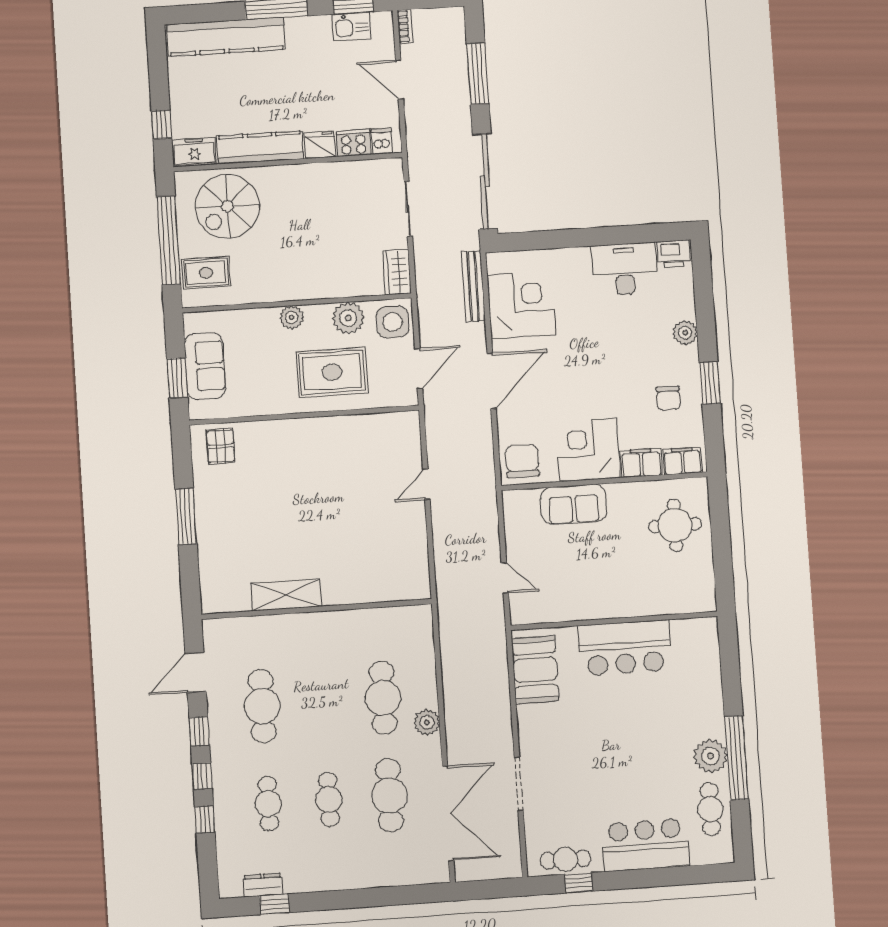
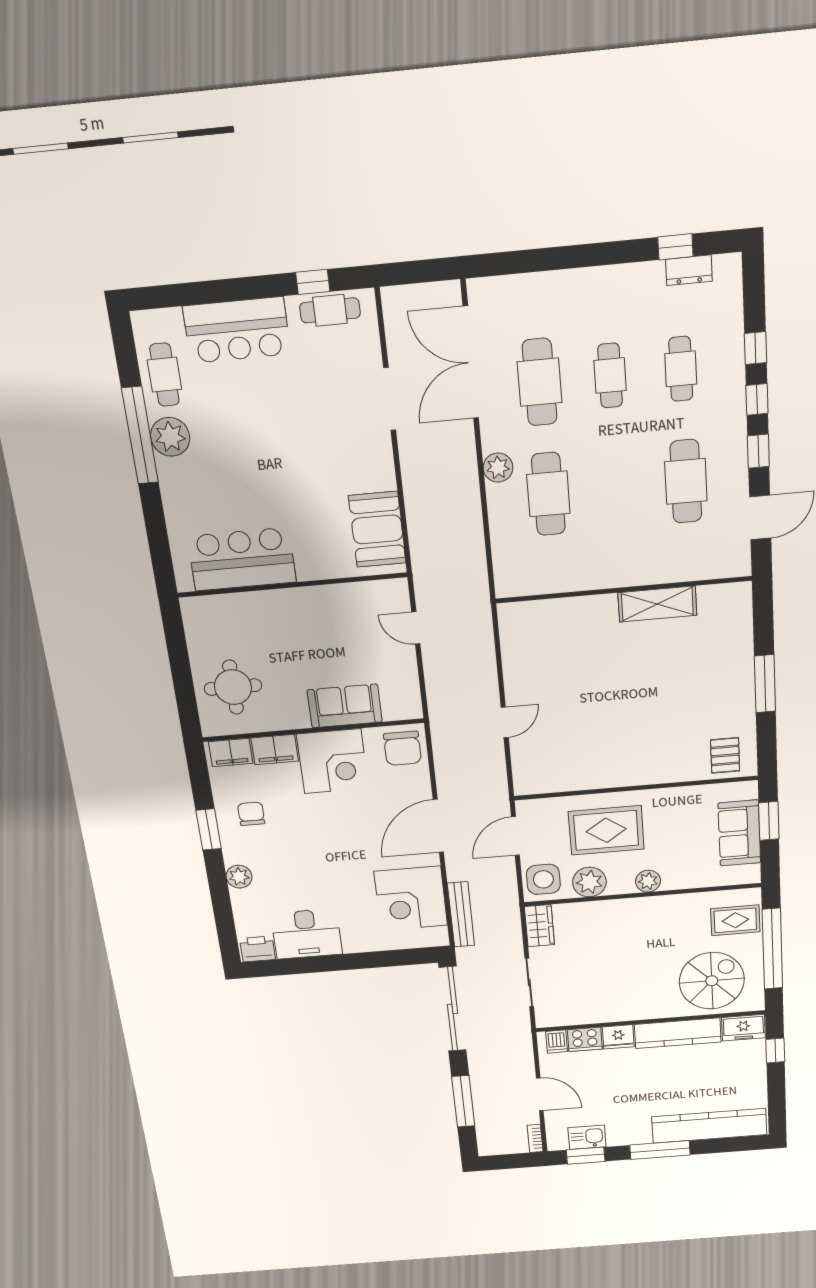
bar counter: (625, 648) -> (242, 559), moved

